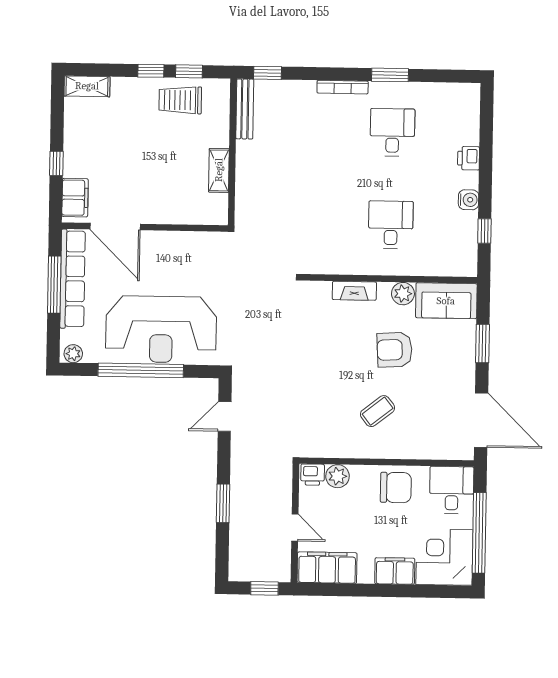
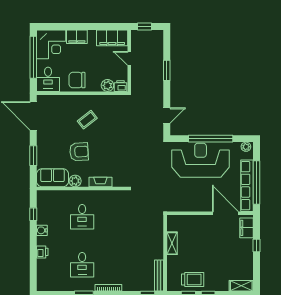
window: (54, 285) -> (256, 182), width x1.46

